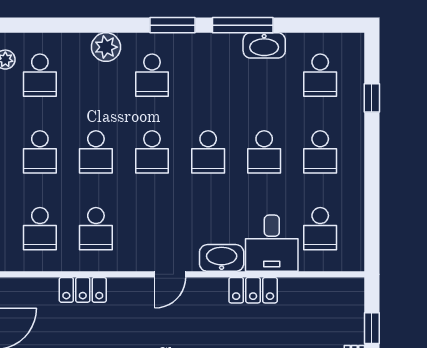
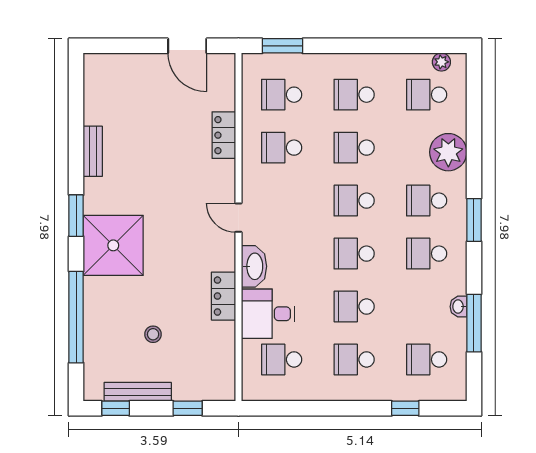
window: (243, 25) -> (474, 323), moved
washbasin: (264, 45) -> (459, 307), width x0.52, depth x0.69
plant: (106, 47) -> (448, 152), width x1.36, depth x1.36
school desk: (208, 75) -> (427, 254), added

